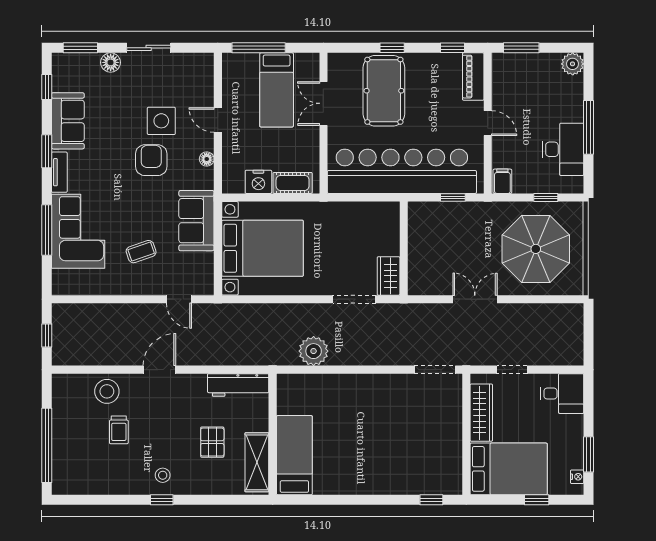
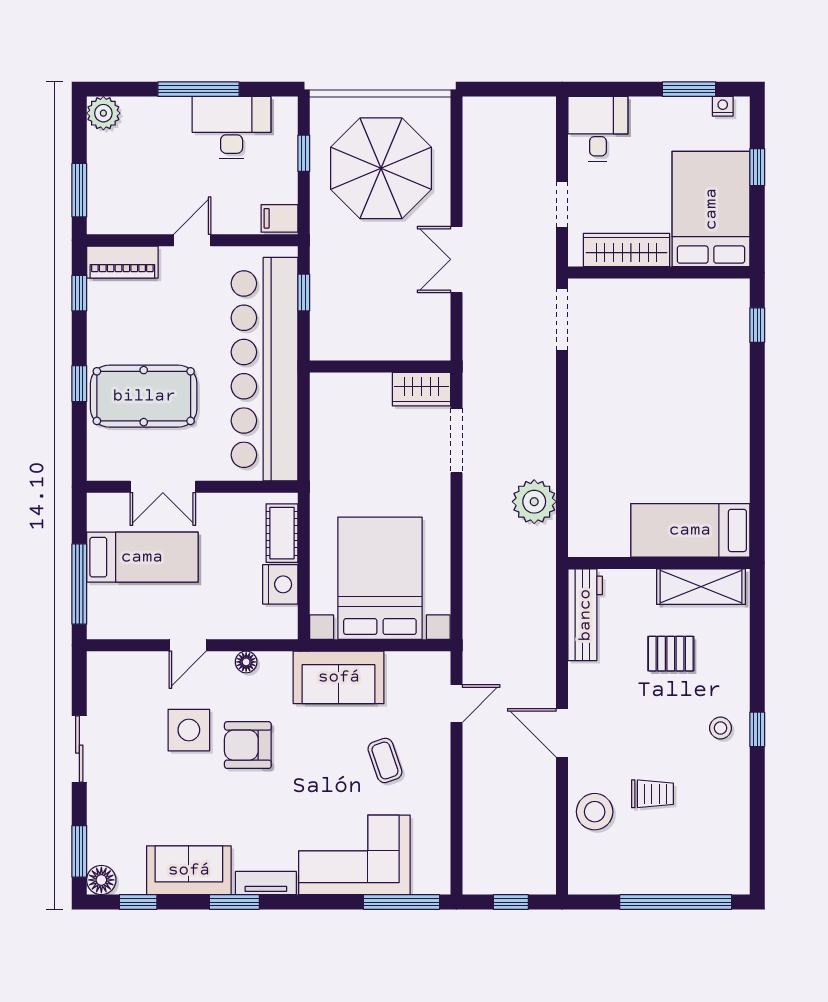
floor lamp: (111, 62) -> (101, 880), moved
window: (47, 230) -> (402, 902), moved

